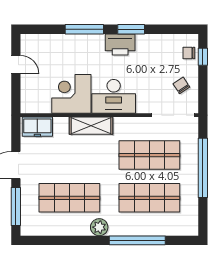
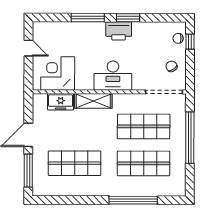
corner desk: (71, 94) -> (58, 73), moved
freezer: (37, 127) -> (61, 102), moved
plant: (99, 227) -> (100, 189), removed

